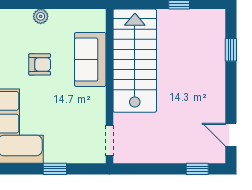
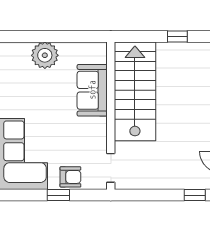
plant: (41, 16) -> (45, 55), width x1.88, depth x1.88
armchair: (40, 64) -> (70, 177), moved

